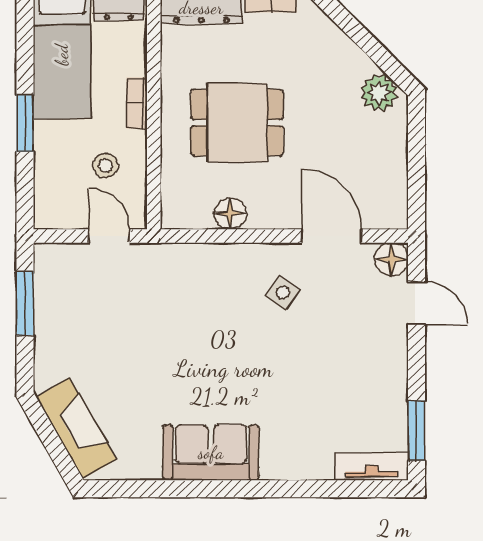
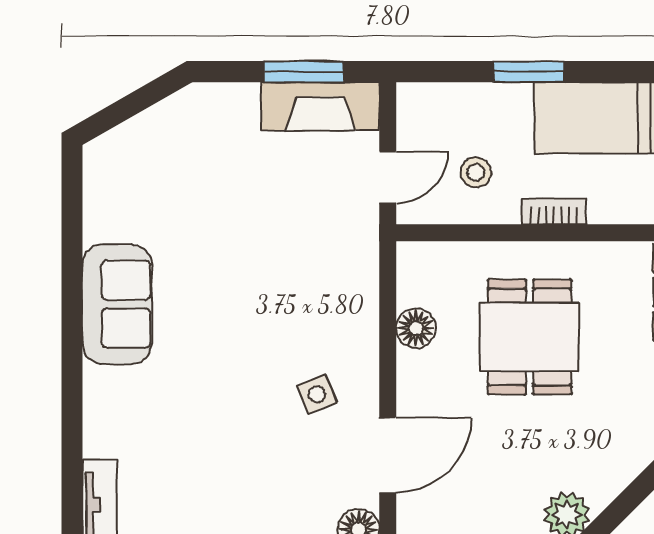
side table: (283, 293) -> (317, 394), turned 33
fireplace: (76, 428) -> (320, 106), moved, turned 30

